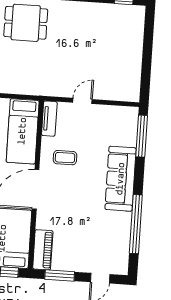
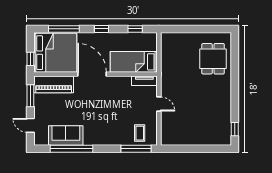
coffee table: (65, 158) -> (140, 133), moved
sofa: (121, 179) -> (66, 136), moved, width x0.73
piano: (43, 250) -> (54, 84), width x1.37, depth x1.33

